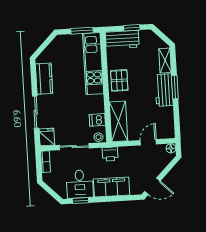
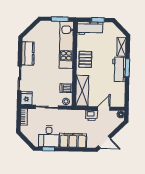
printer: (110, 154) -> (92, 115), moved

